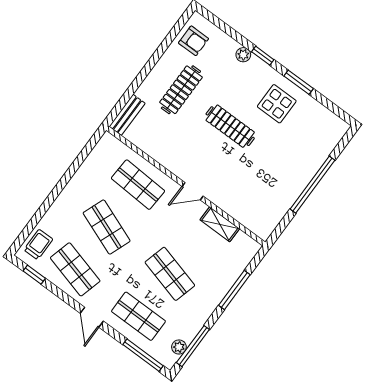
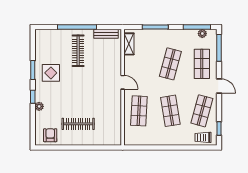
bench: (127, 115) -> (106, 34), moved
clothes rail: (230, 126) -> (78, 51), moved
shelving: (220, 224) -> (129, 44), moved
shop shelf: (107, 227) -> (170, 111), turned -30
door: (92, 317) -> (219, 86), hinge flipped

